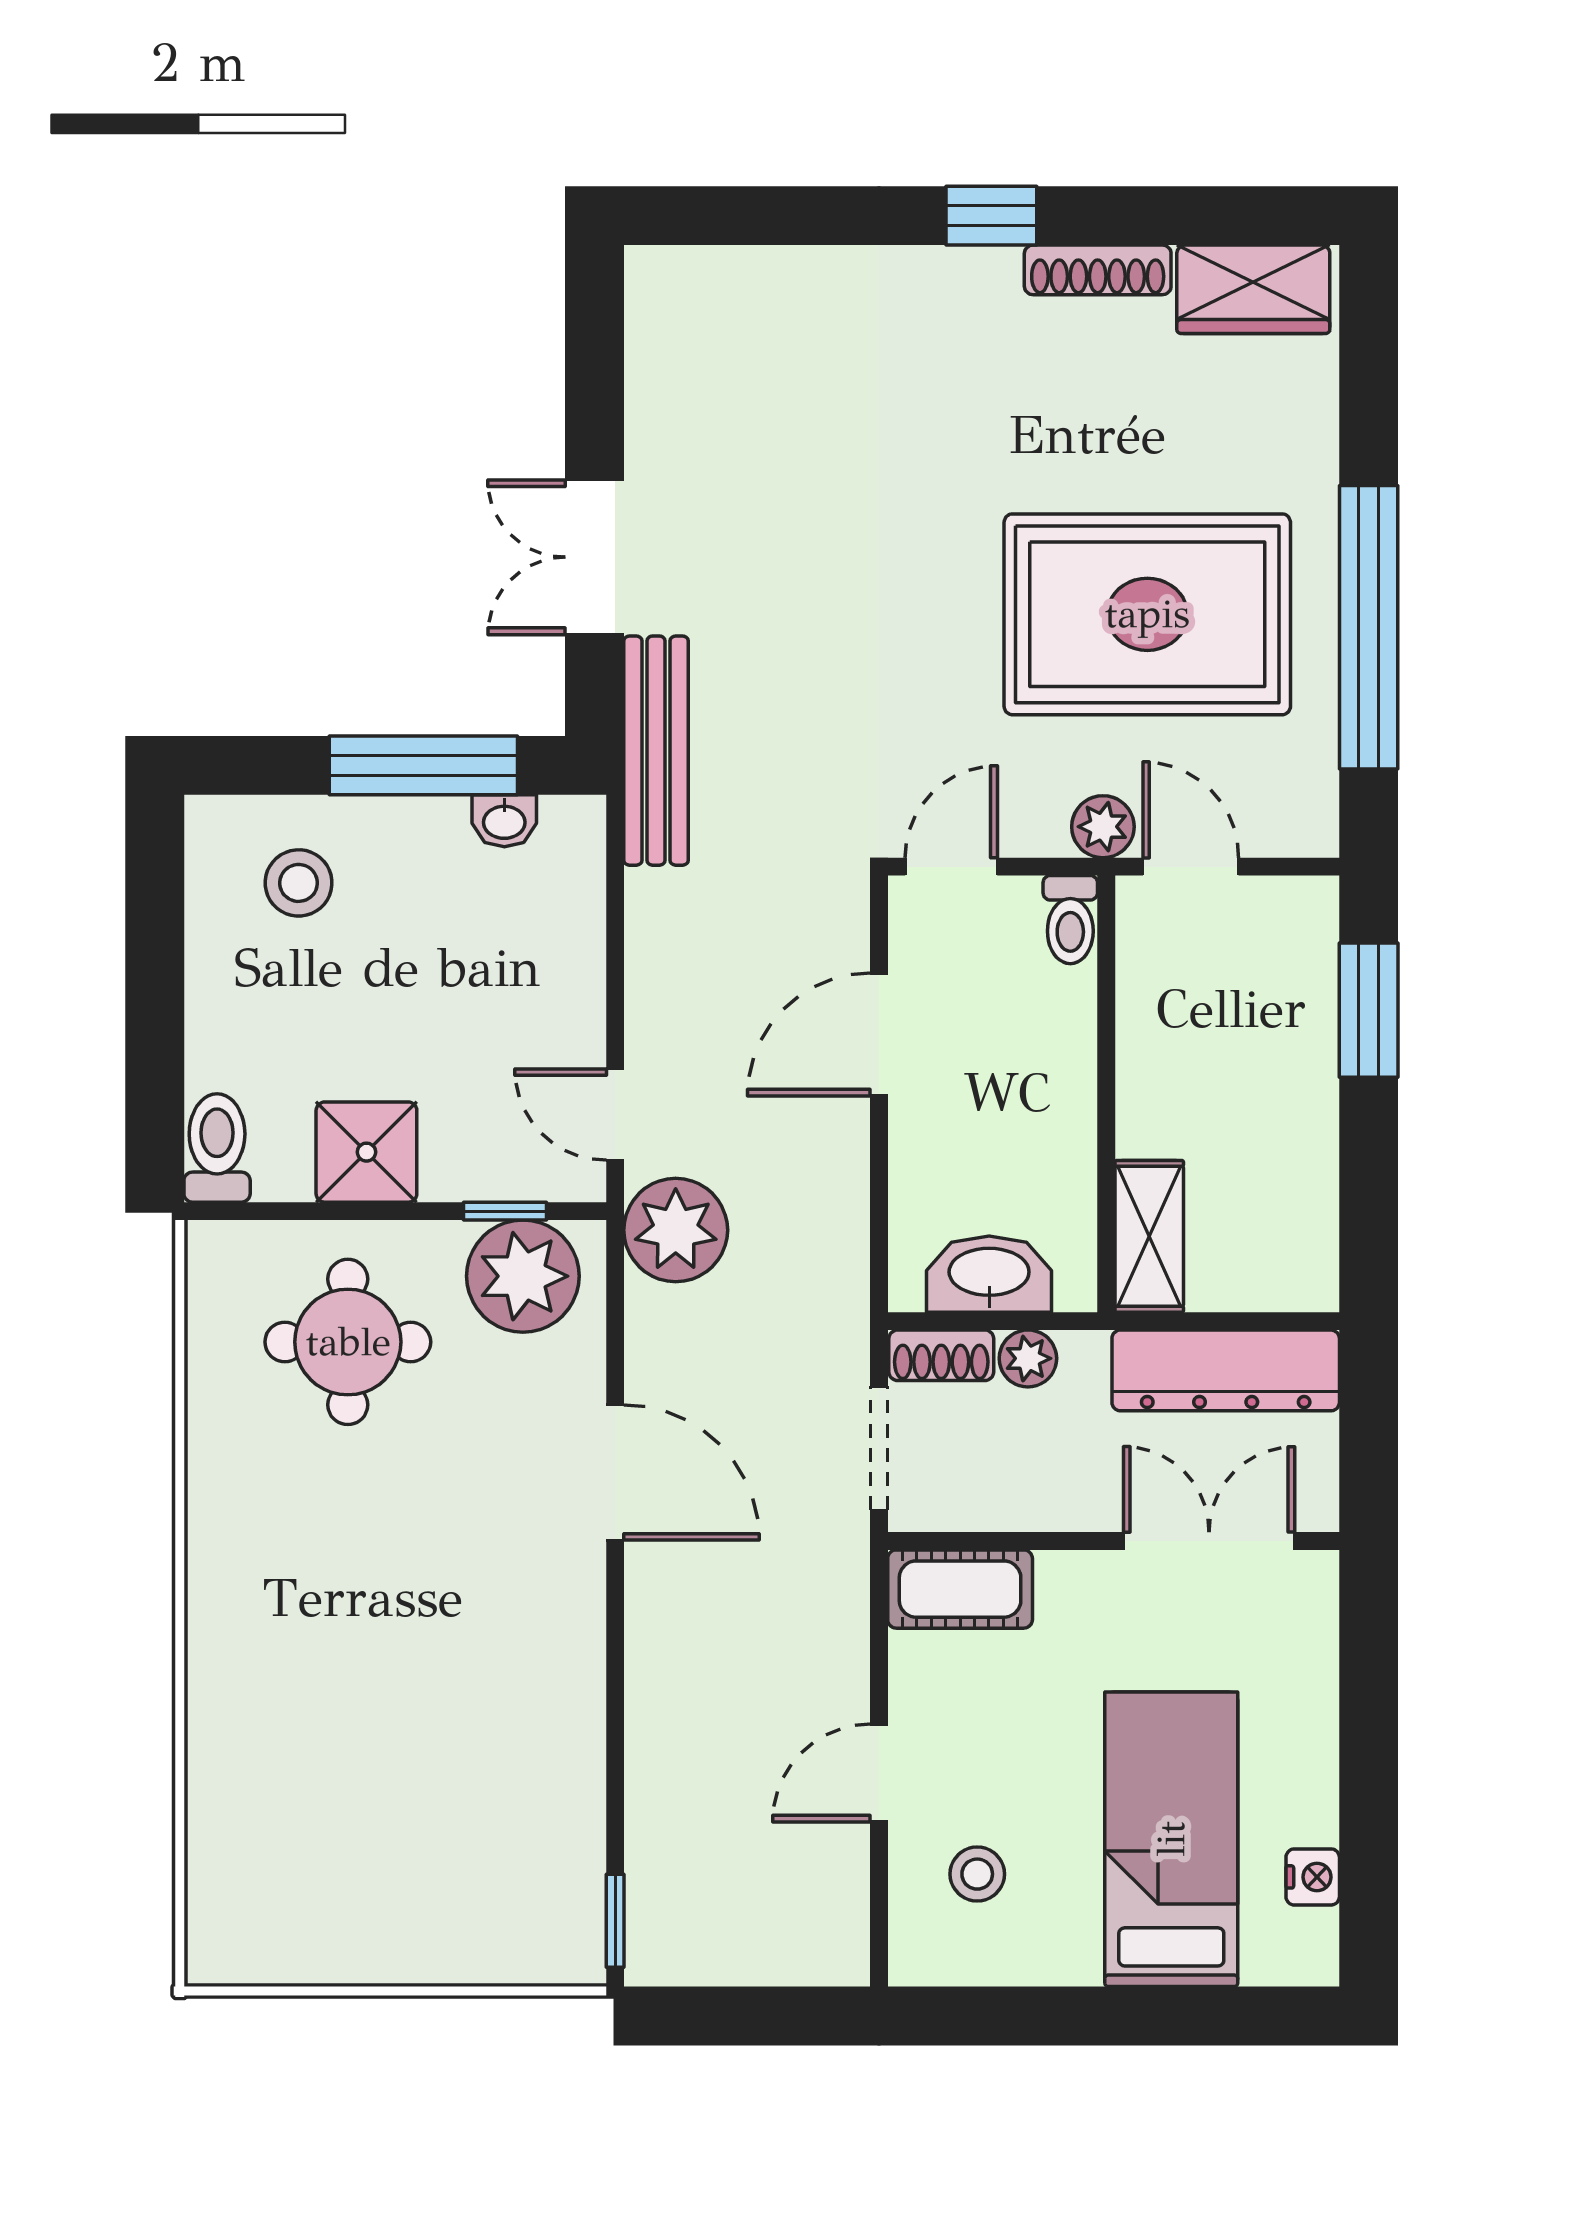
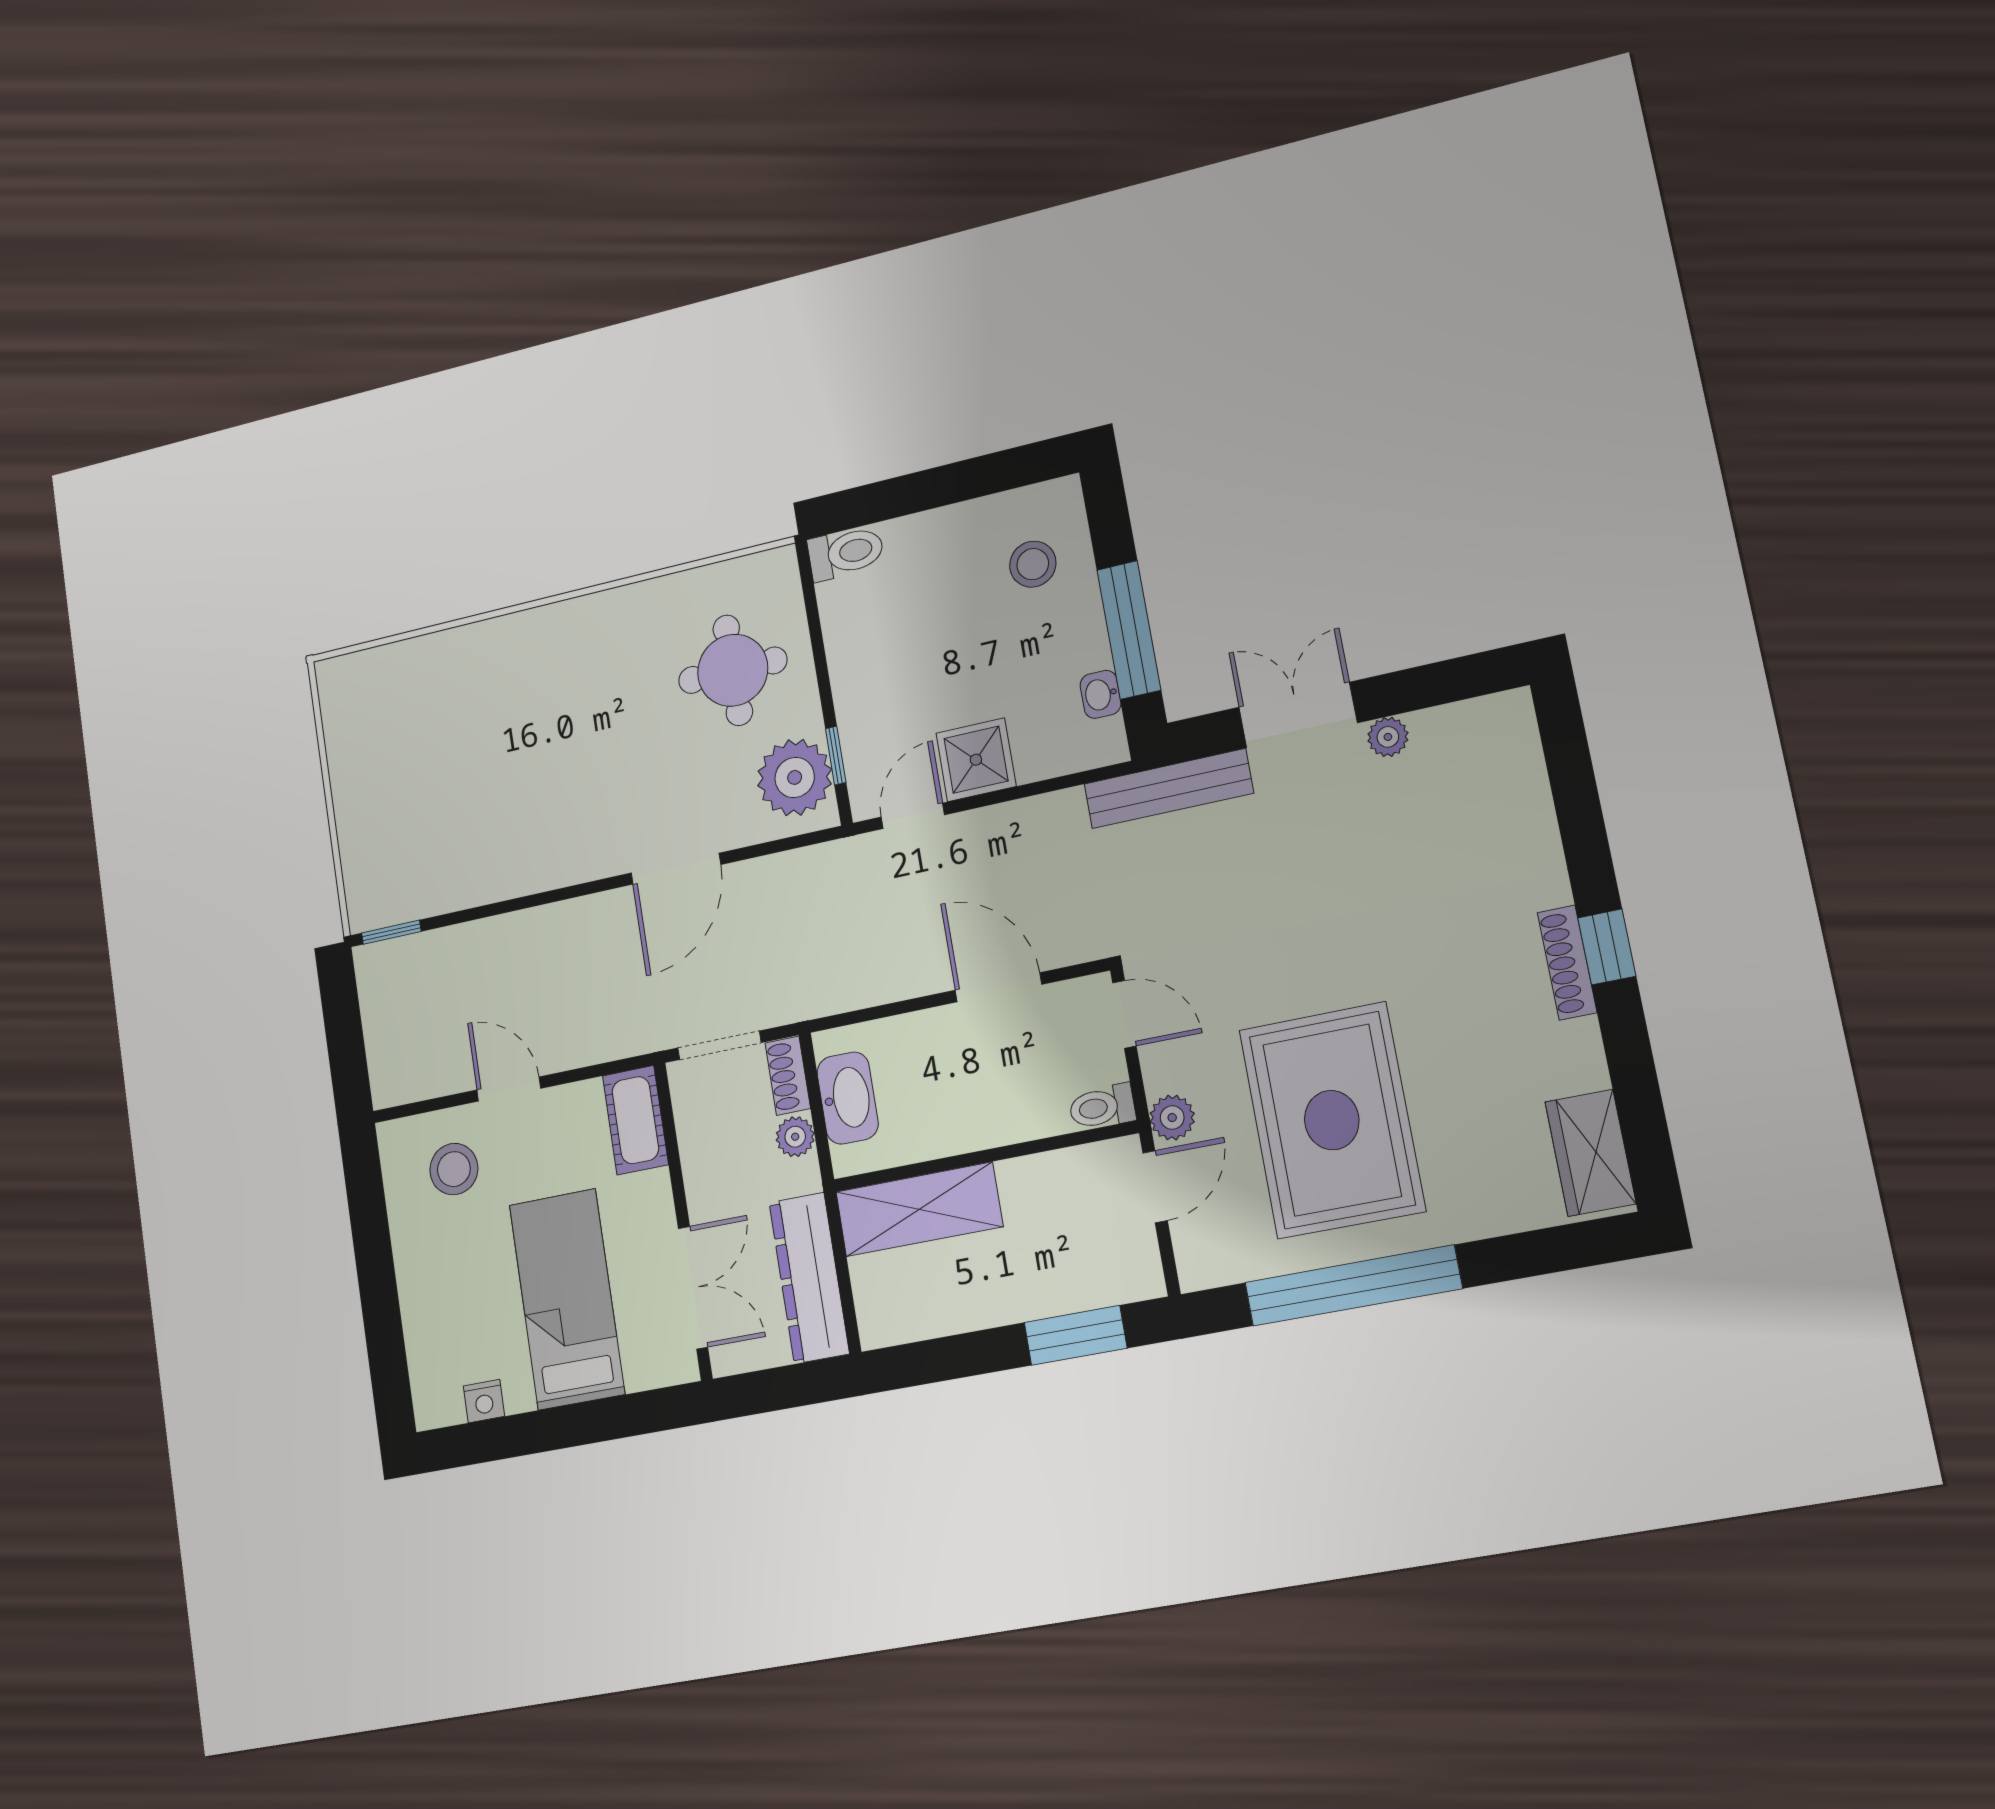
shoe rack: (1098, 270) -> (1567, 962), moved
shower: (366, 1152) -> (976, 760), moved
plant: (676, 1230) -> (1388, 737), moved, width x0.53, depth x0.53
shelving: (1149, 1236) -> (919, 1209), width x1.50, depth x1.33
bed: (1171, 1839) -> (567, 1299), moved, turned -90
stool: (977, 1874) -> (454, 1169), width x1.37, depth x1.37

